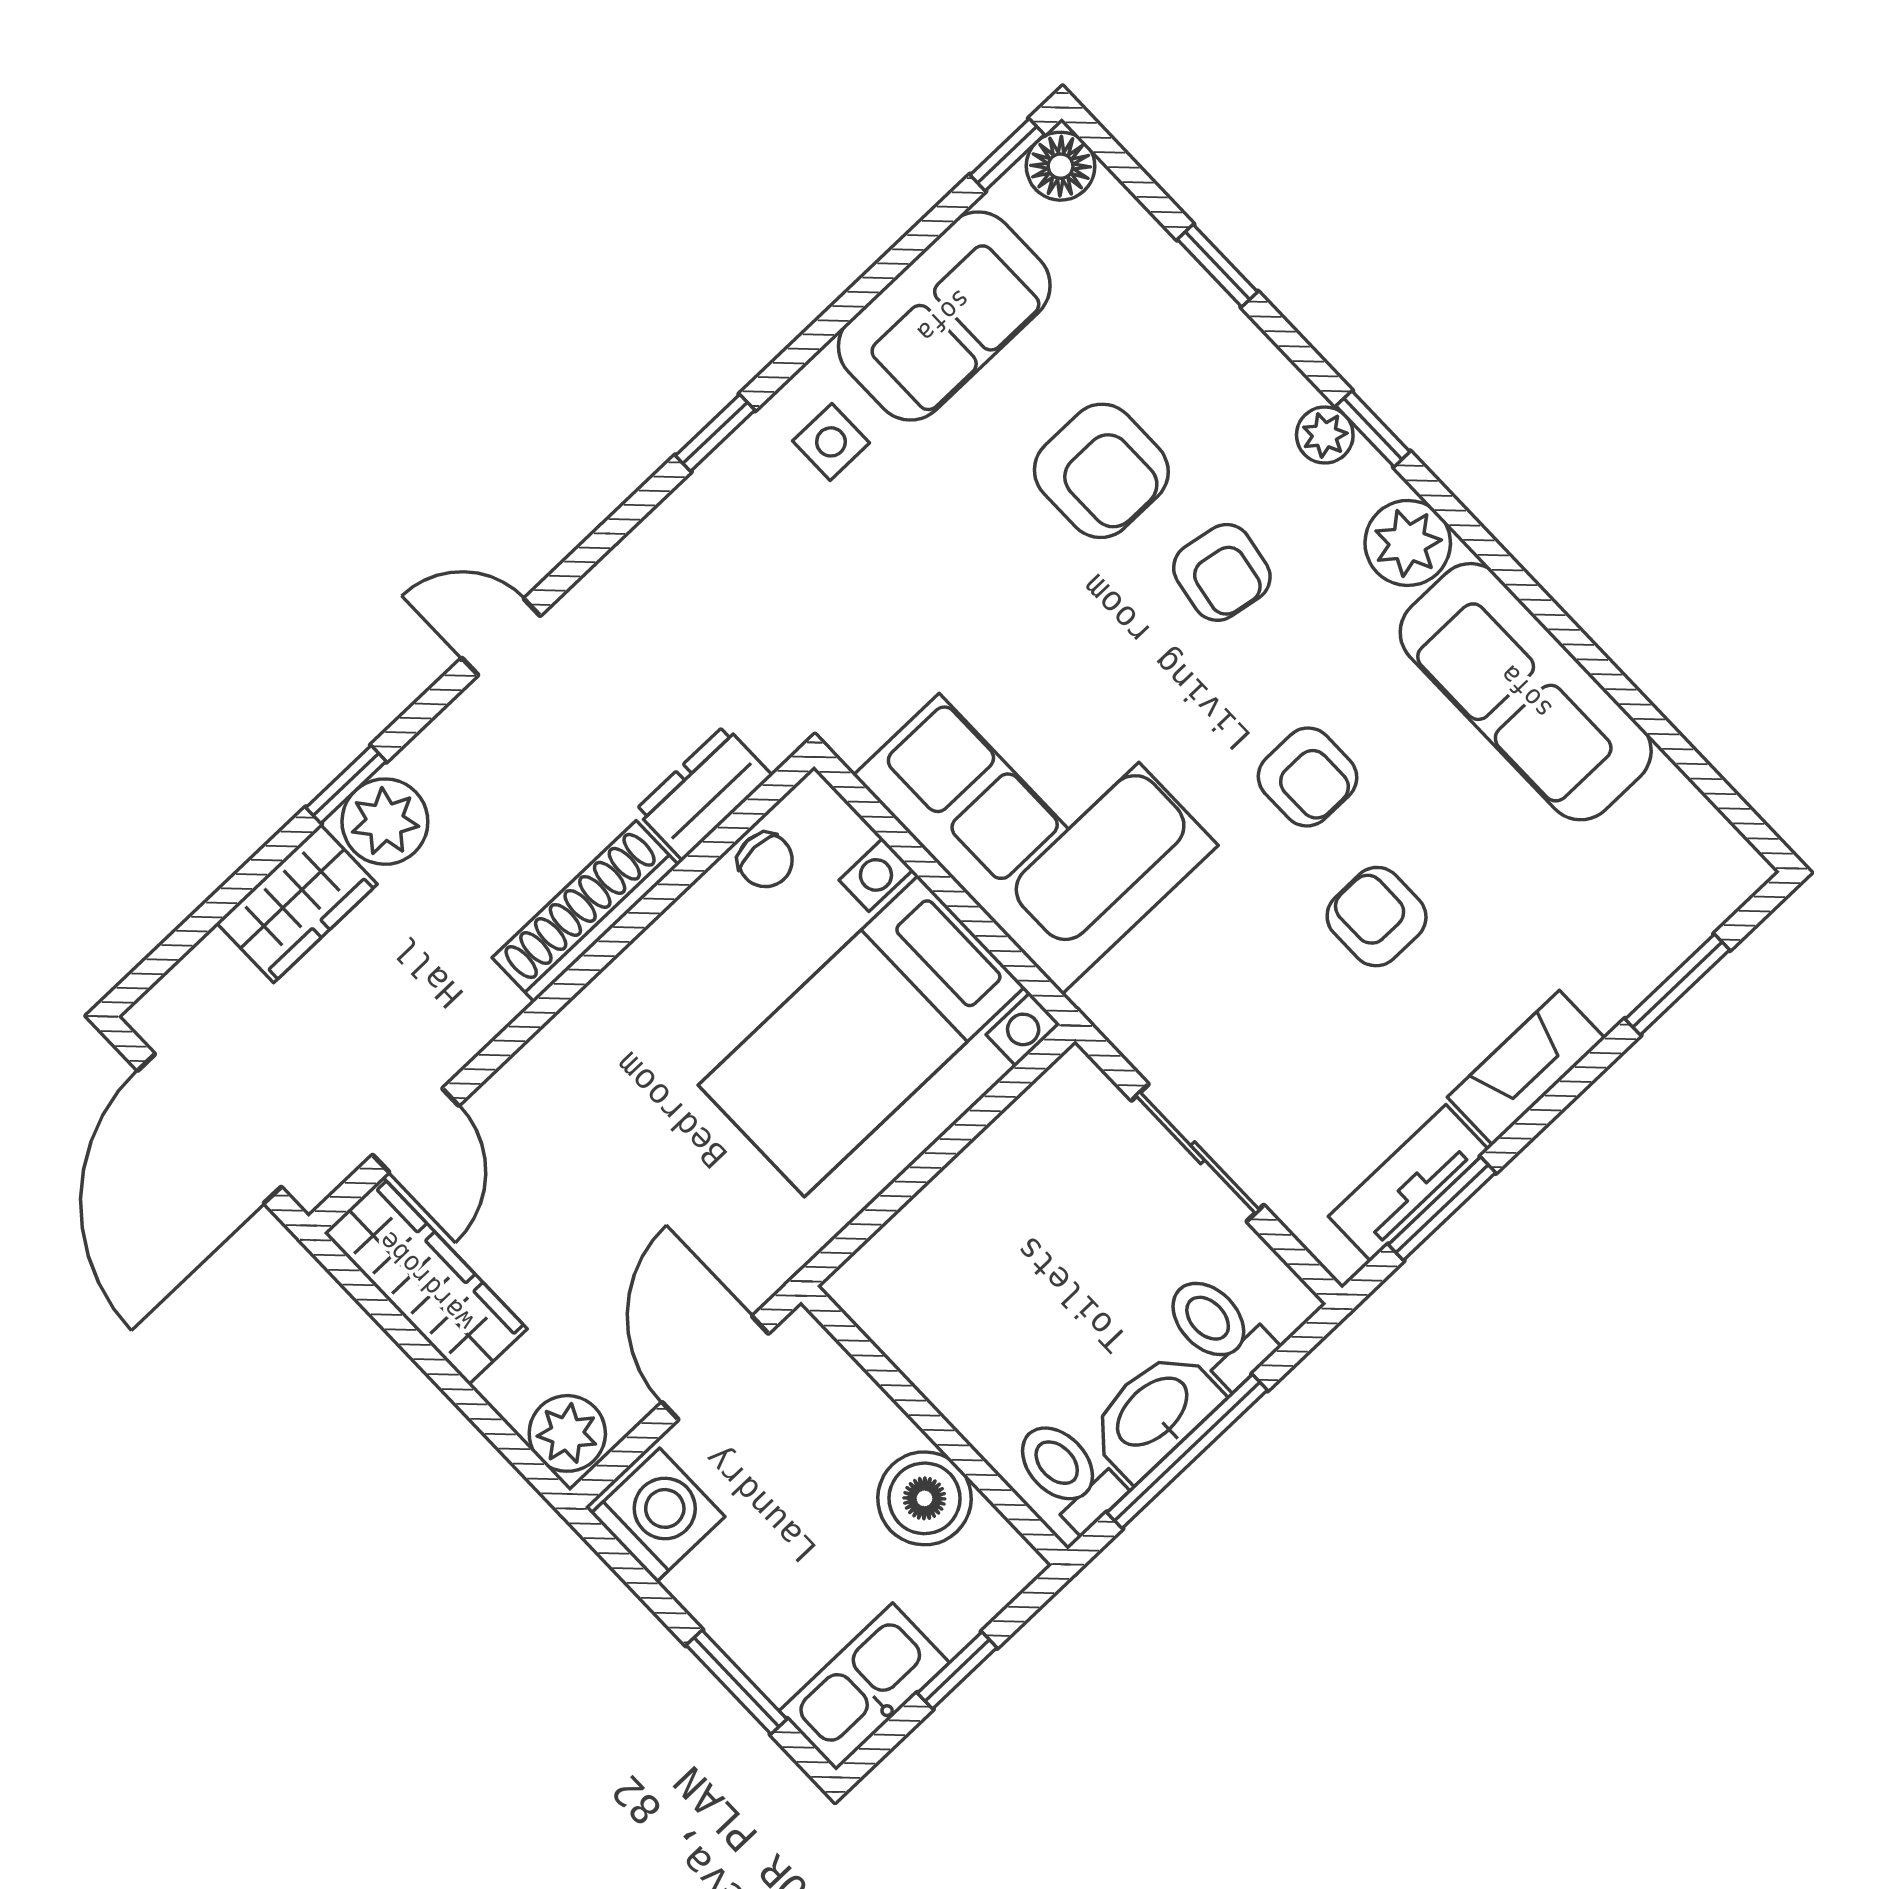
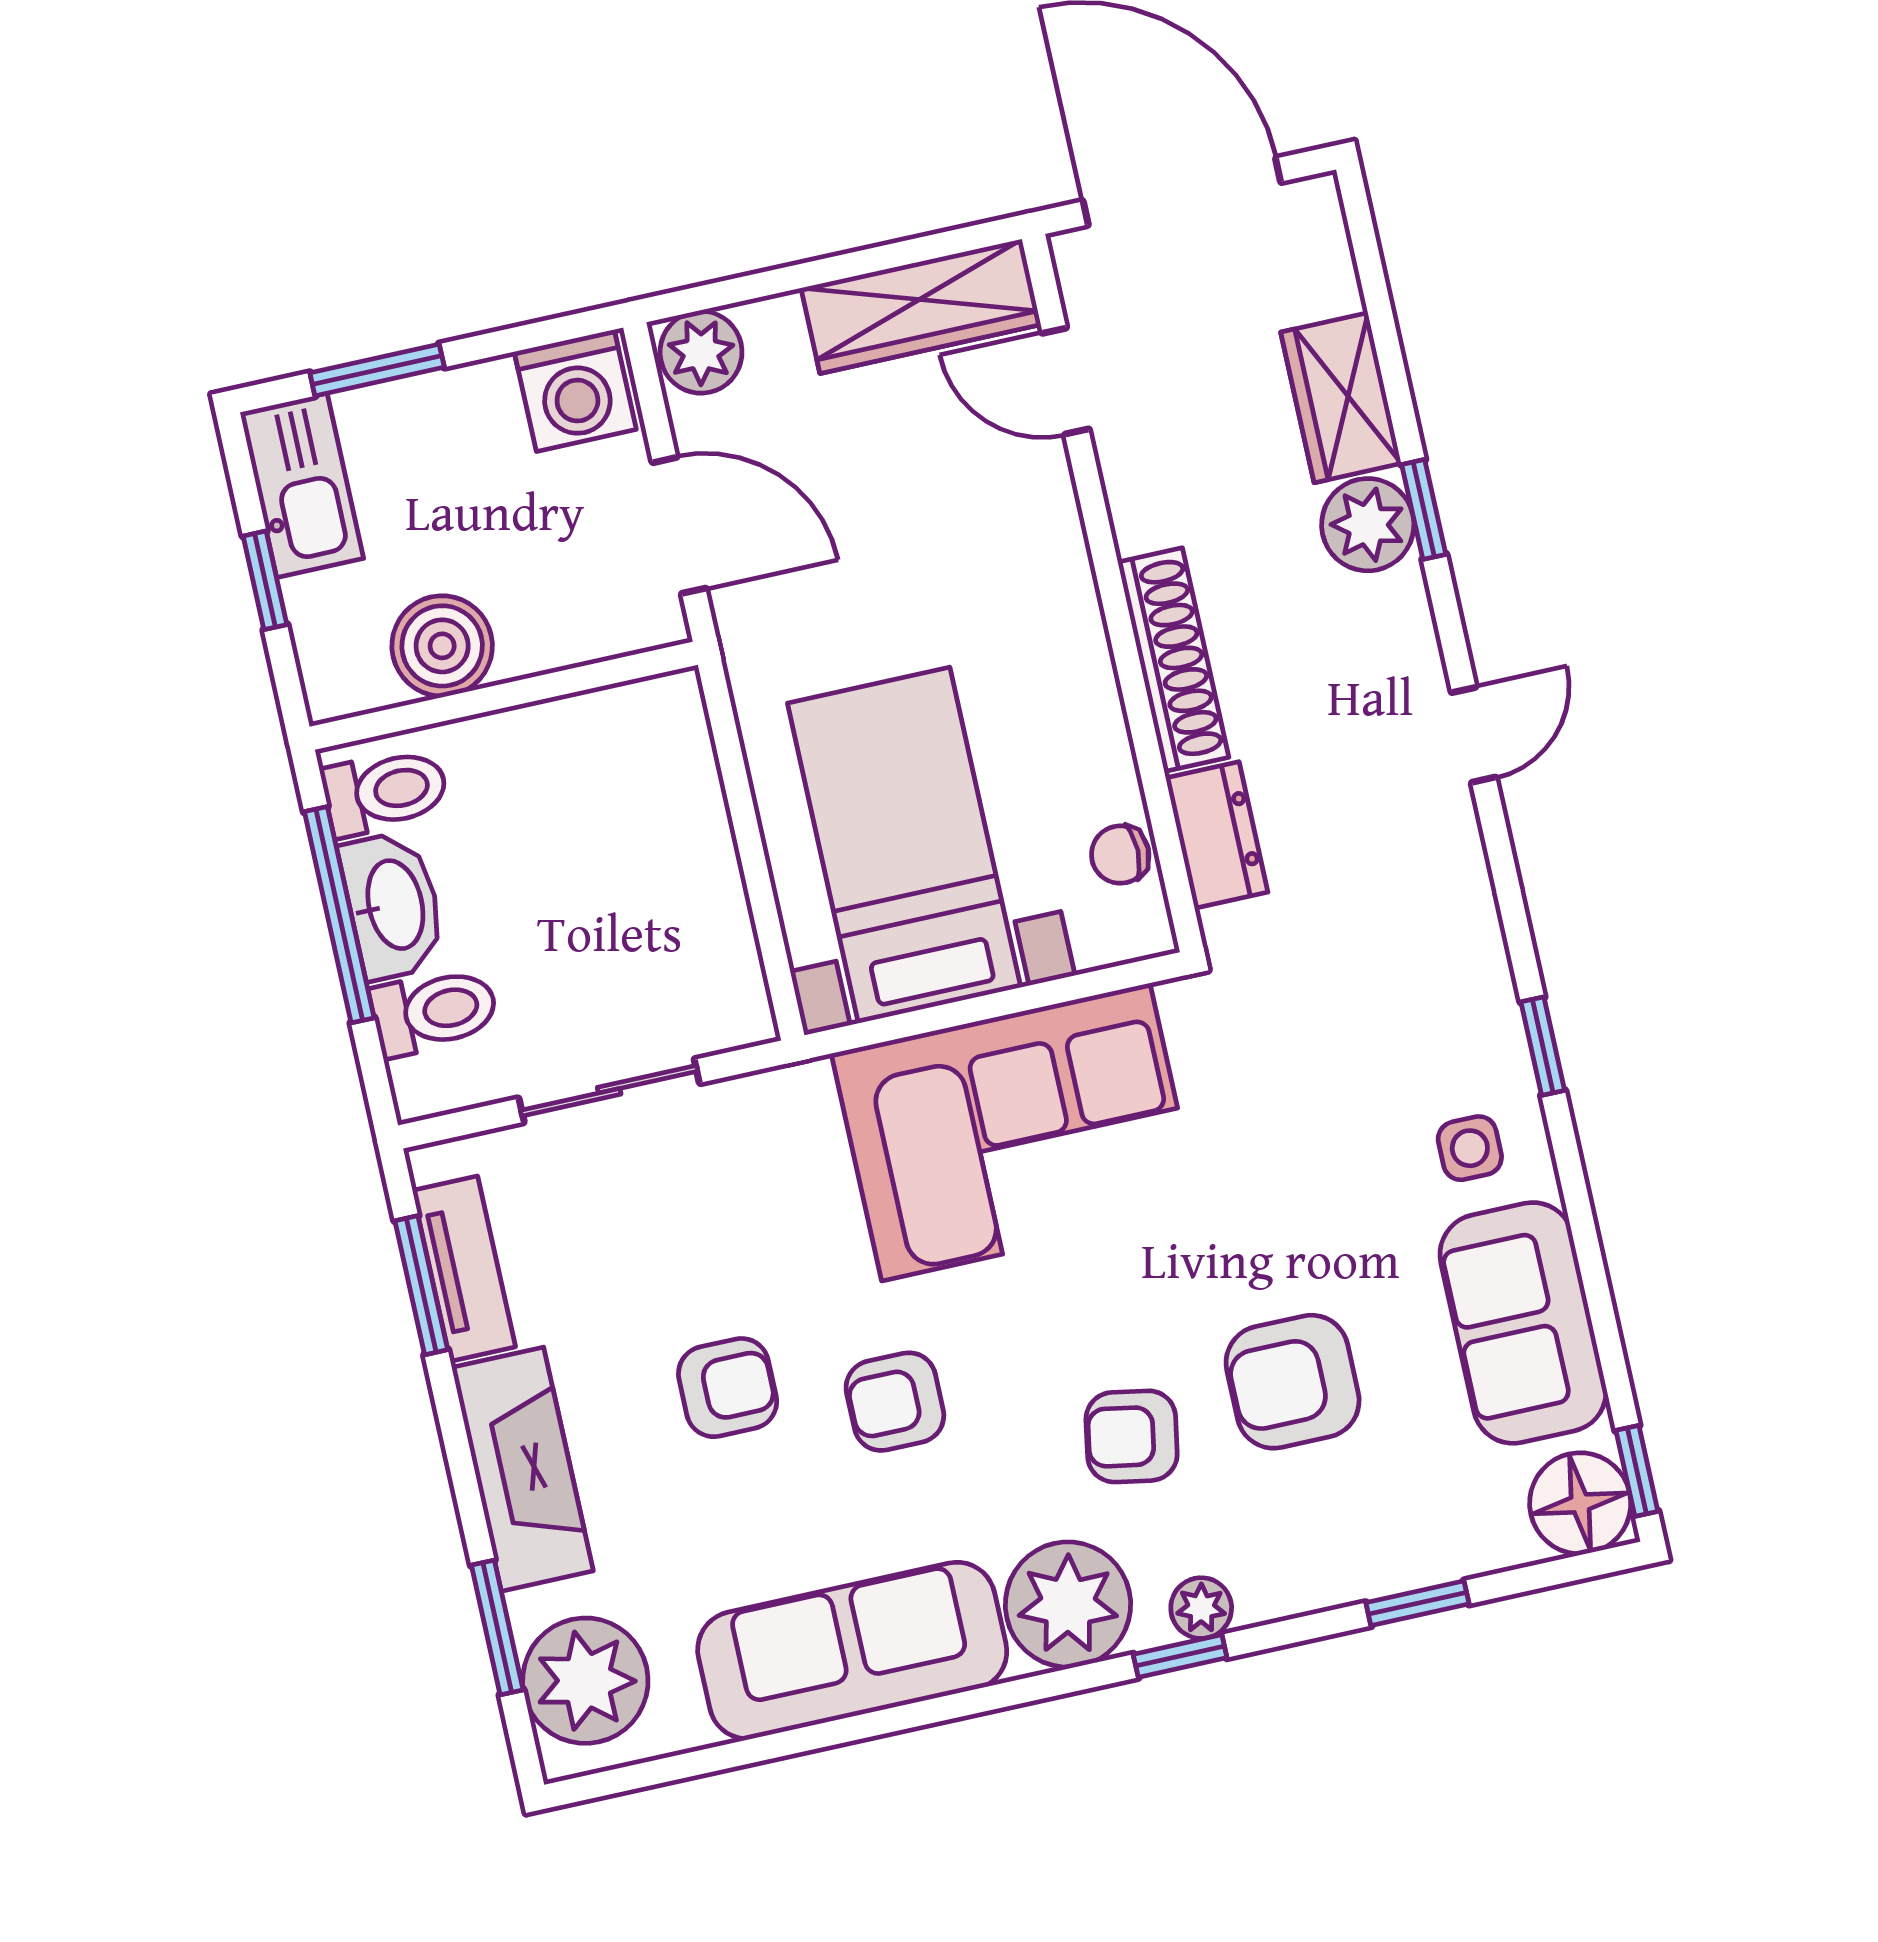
floor lamp: (1061, 166) -> (1580, 1503), width x1.38, depth x1.38
plant: (1408, 543) -> (1068, 1605), width x1.36, depth x1.36
plant: (1677, 889) -> (585, 1681), added
fireplace: (1526, 1068) -> (522, 1469), width x1.37, depth x1.32

